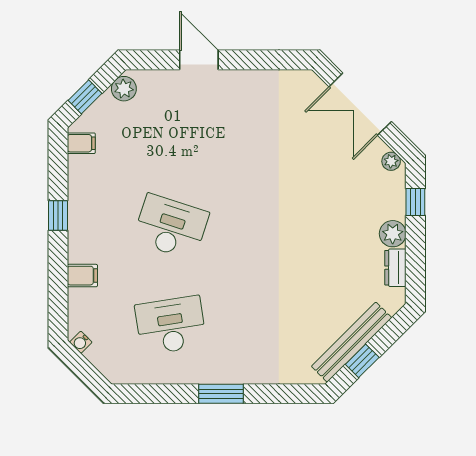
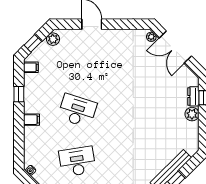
plant: (391, 161) -> (151, 37), moved
window: (58, 215) -> (19, 94), moved
dresser: (395, 268) -> (193, 96), moved
filing cabinet: (82, 276) -> (32, 120), moved

